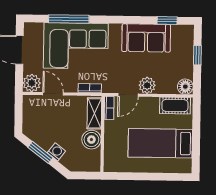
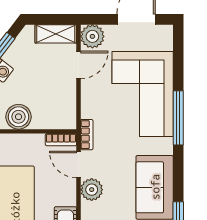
window: (69, 19) -> (178, 118), moved
bookcase: (90, 88) -> (87, 135), moved
shelving: (94, 113) -> (56, 34), moved

